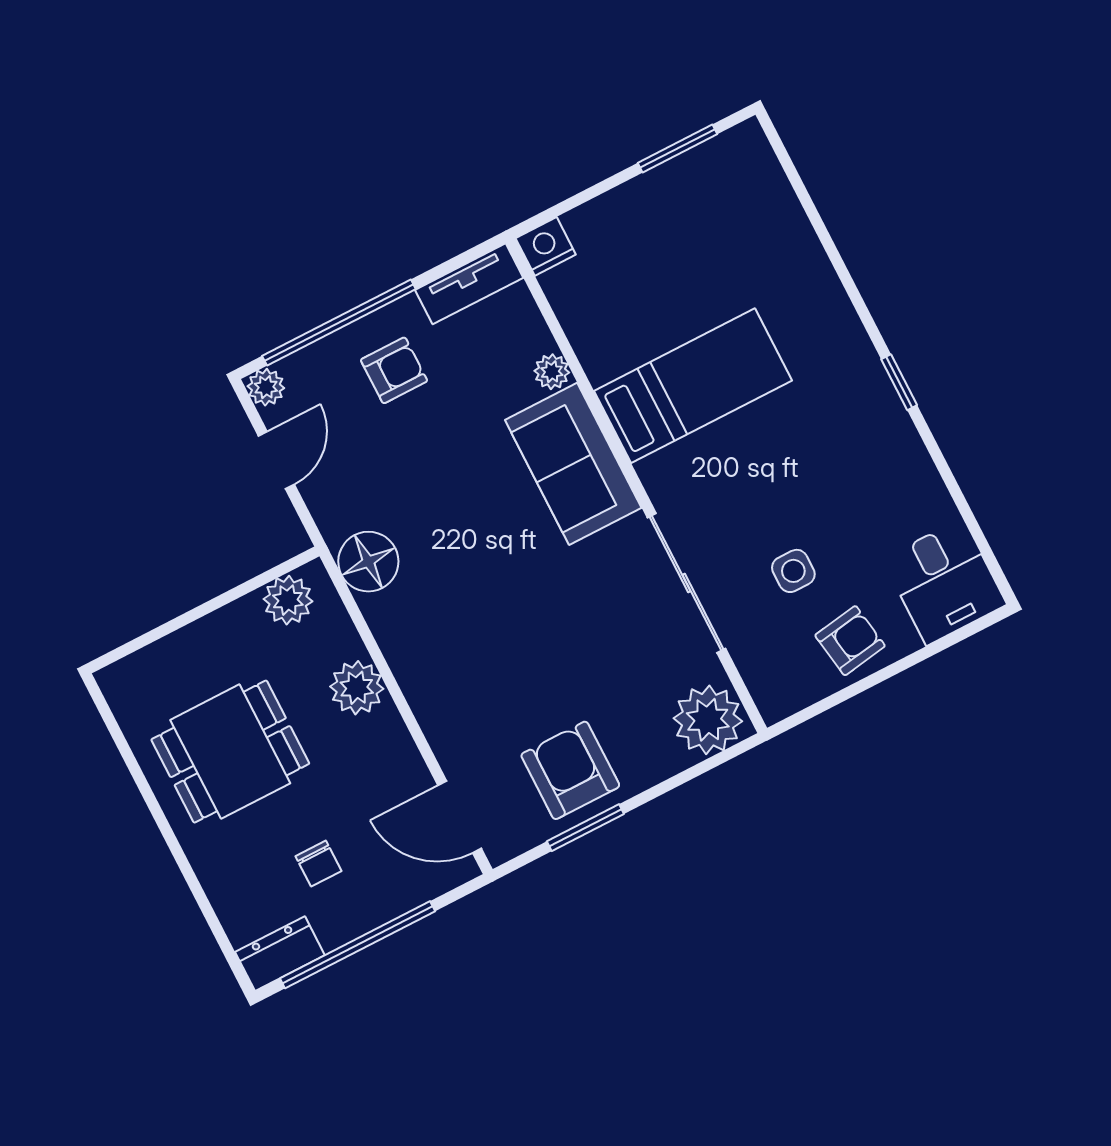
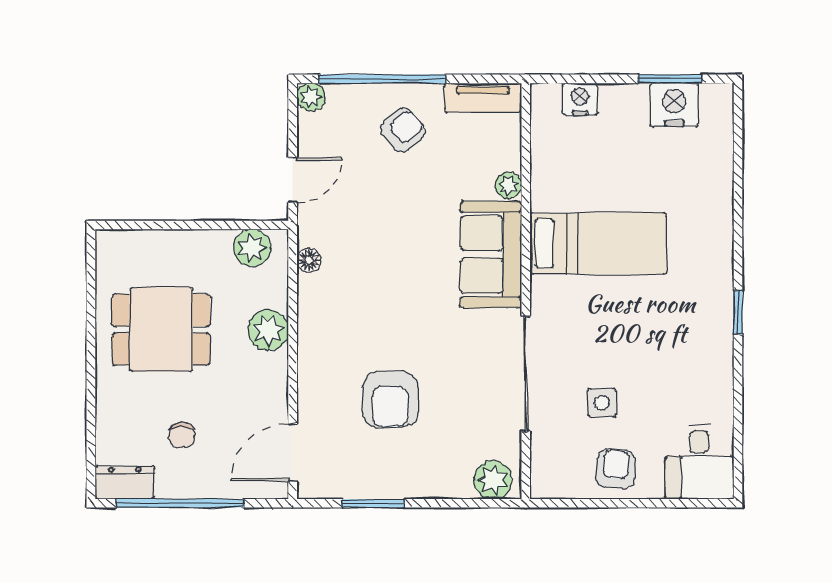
nightstand: (699, 176) -> (674, 105), added
nightstand: (546, 246) -> (580, 99), moved
armchair: (394, 370) -> (403, 130), turned -40
door: (276, 460) -> (293, 180), moved
floor lamp: (368, 562) -> (309, 260), width x0.53, depth x0.53
armchair: (850, 641) -> (616, 469), turned -78
plant: (708, 720) -> (493, 480), width x0.73, depth x0.73
armchair: (570, 770) -> (390, 400), moved, turned 180
door: (460, 817) -> (293, 453), hinge flipped

